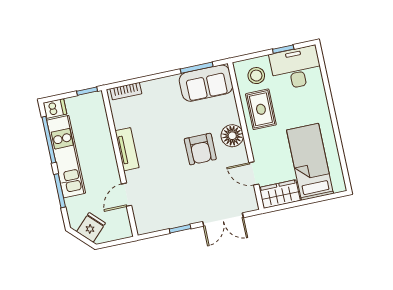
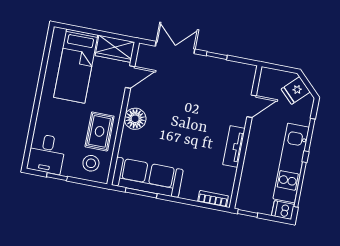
desk: (296, 68) -> (46, 154), width x0.73
sofa: (206, 83) -> (147, 177), width x1.36
armchair: (200, 149) -> (169, 119), removed
door: (254, 173) -> (130, 77), hinge flipped

